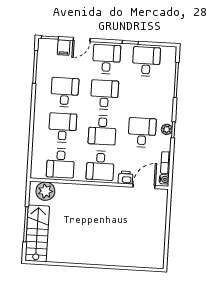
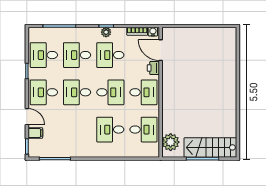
desk: (65, 92) -> (77, 55), moved

